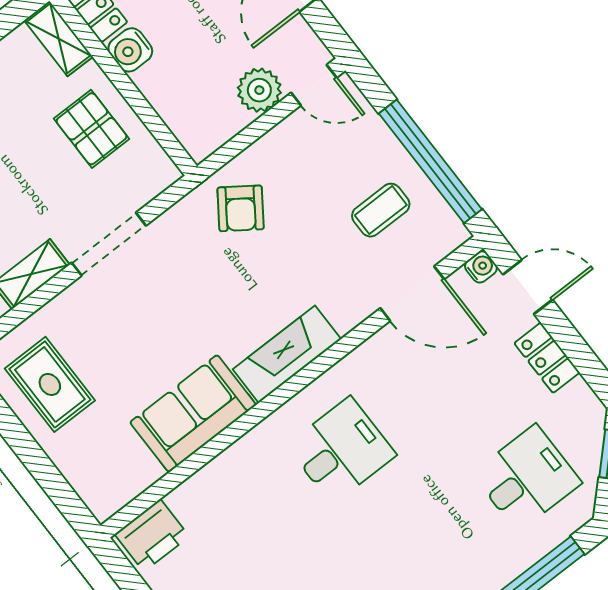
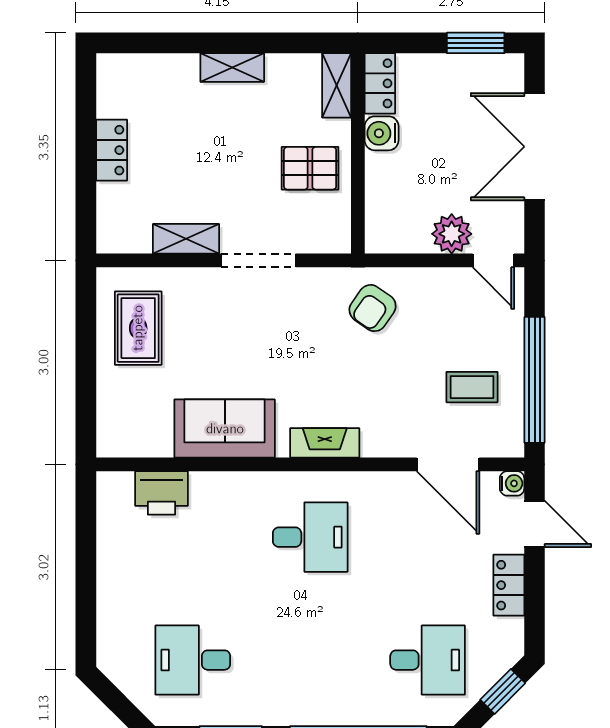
pallet: (92, 129) -> (310, 168), turned 90
fireplace: (287, 354) -> (325, 443), width x0.73, depth x0.76
printer: (152, 535) -> (162, 493), moved

